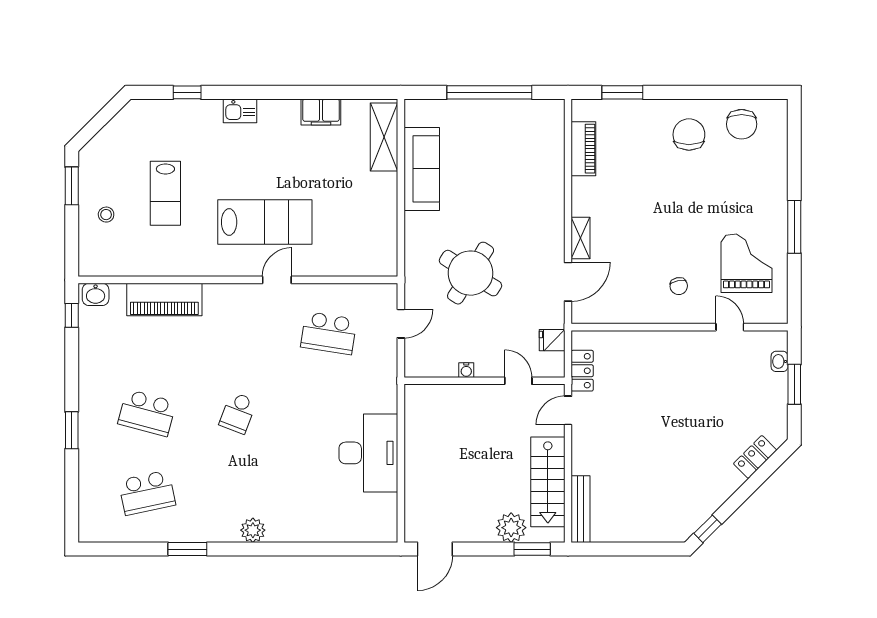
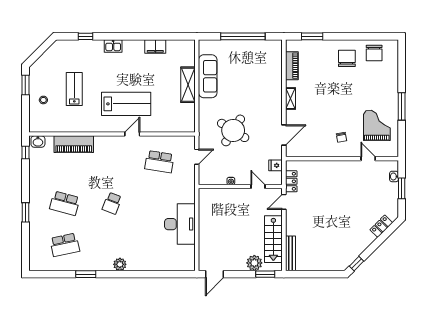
shelving: (384, 137) -> (188, 85), moved
lab bench: (165, 193) -> (74, 89), turned 180
shelving: (581, 238) -> (290, 98), moved

